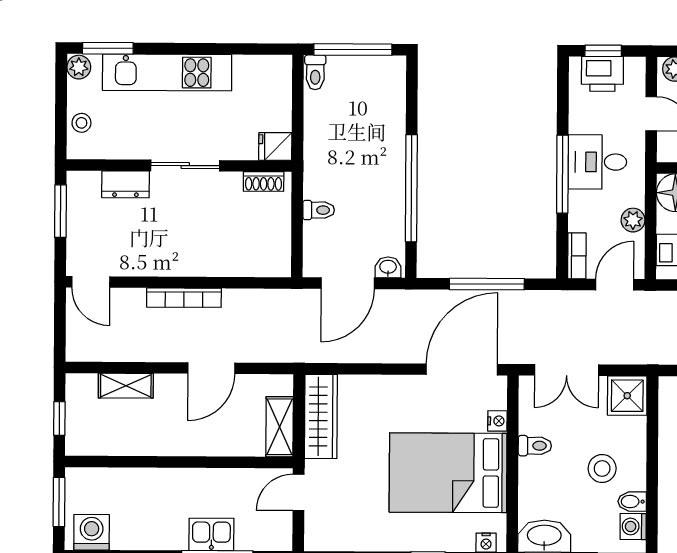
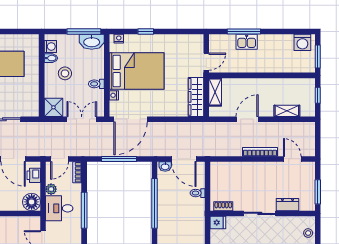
desk: (597, 162) -> (59, 208), moved, turned 180
door: (91, 282) -> (292, 159), moved
door: (348, 283) -> (184, 159), swing flipped

